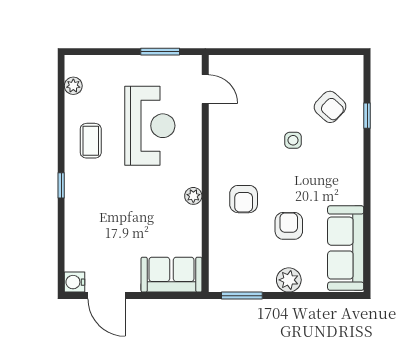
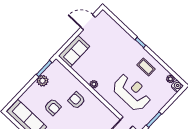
reception desk: (150, 126) -> (132, 92), turned 180
plant: (289, 280) -> (43, 81), moved
water cooler: (75, 282) -> (177, 86), moved

